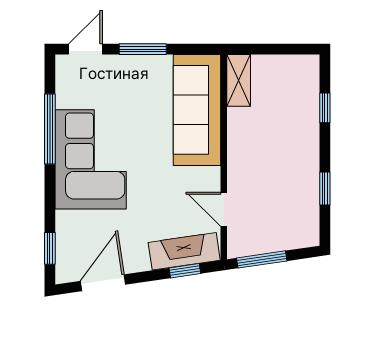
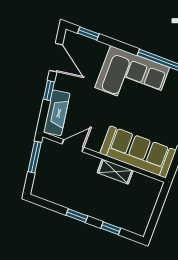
shelving: (239, 80) -> (115, 172), moved
window: (325, 188) -> (77, 216), moved
window: (185, 271) -> (49, 90), moved

